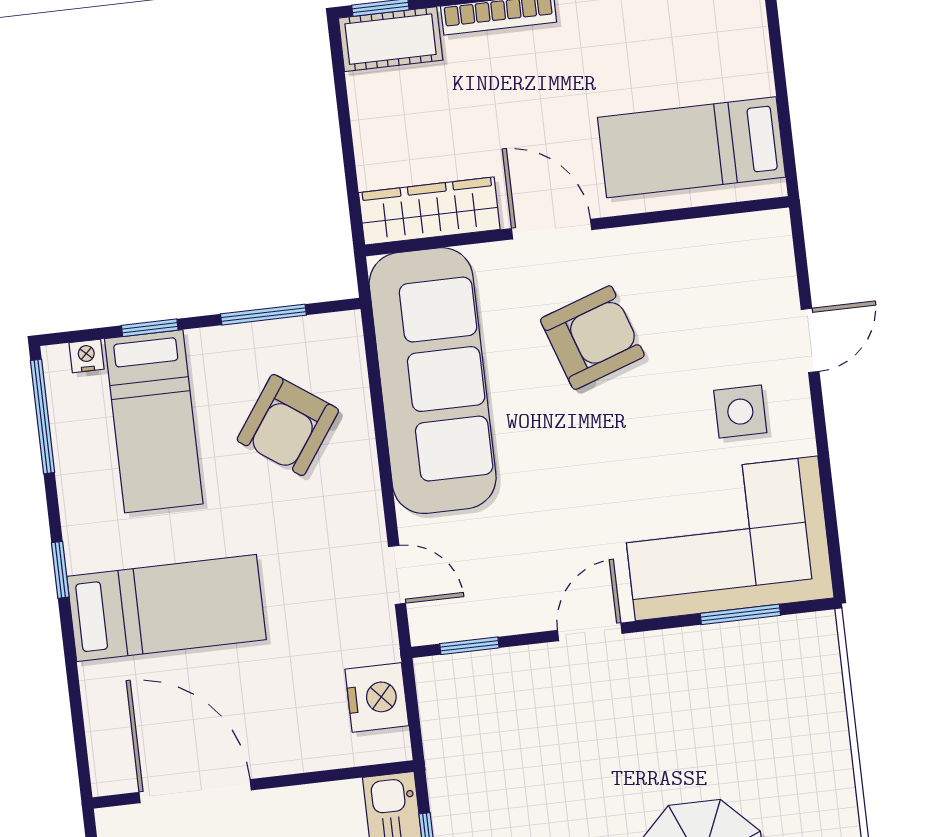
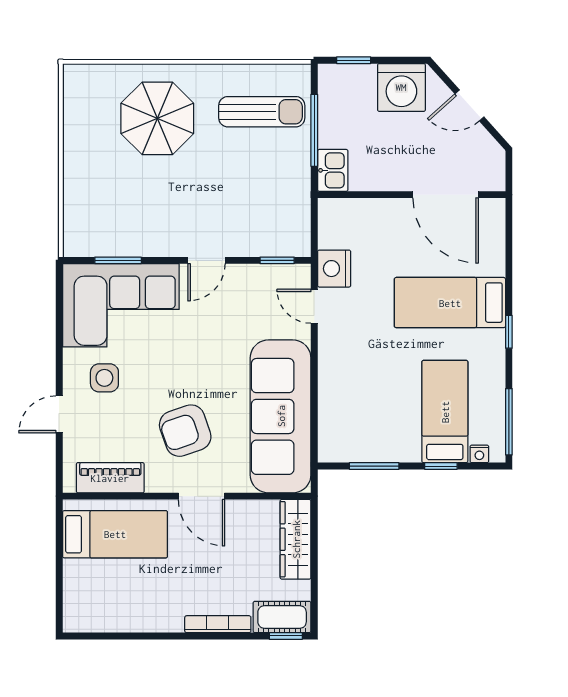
wardrobe: (429, 211) -> (296, 539), moved, turned 90
piano: (711, 243) -> (110, 478), added
armchair: (288, 425) -> (367, 400), removed
nightstand: (377, 697) -> (334, 269), moved

